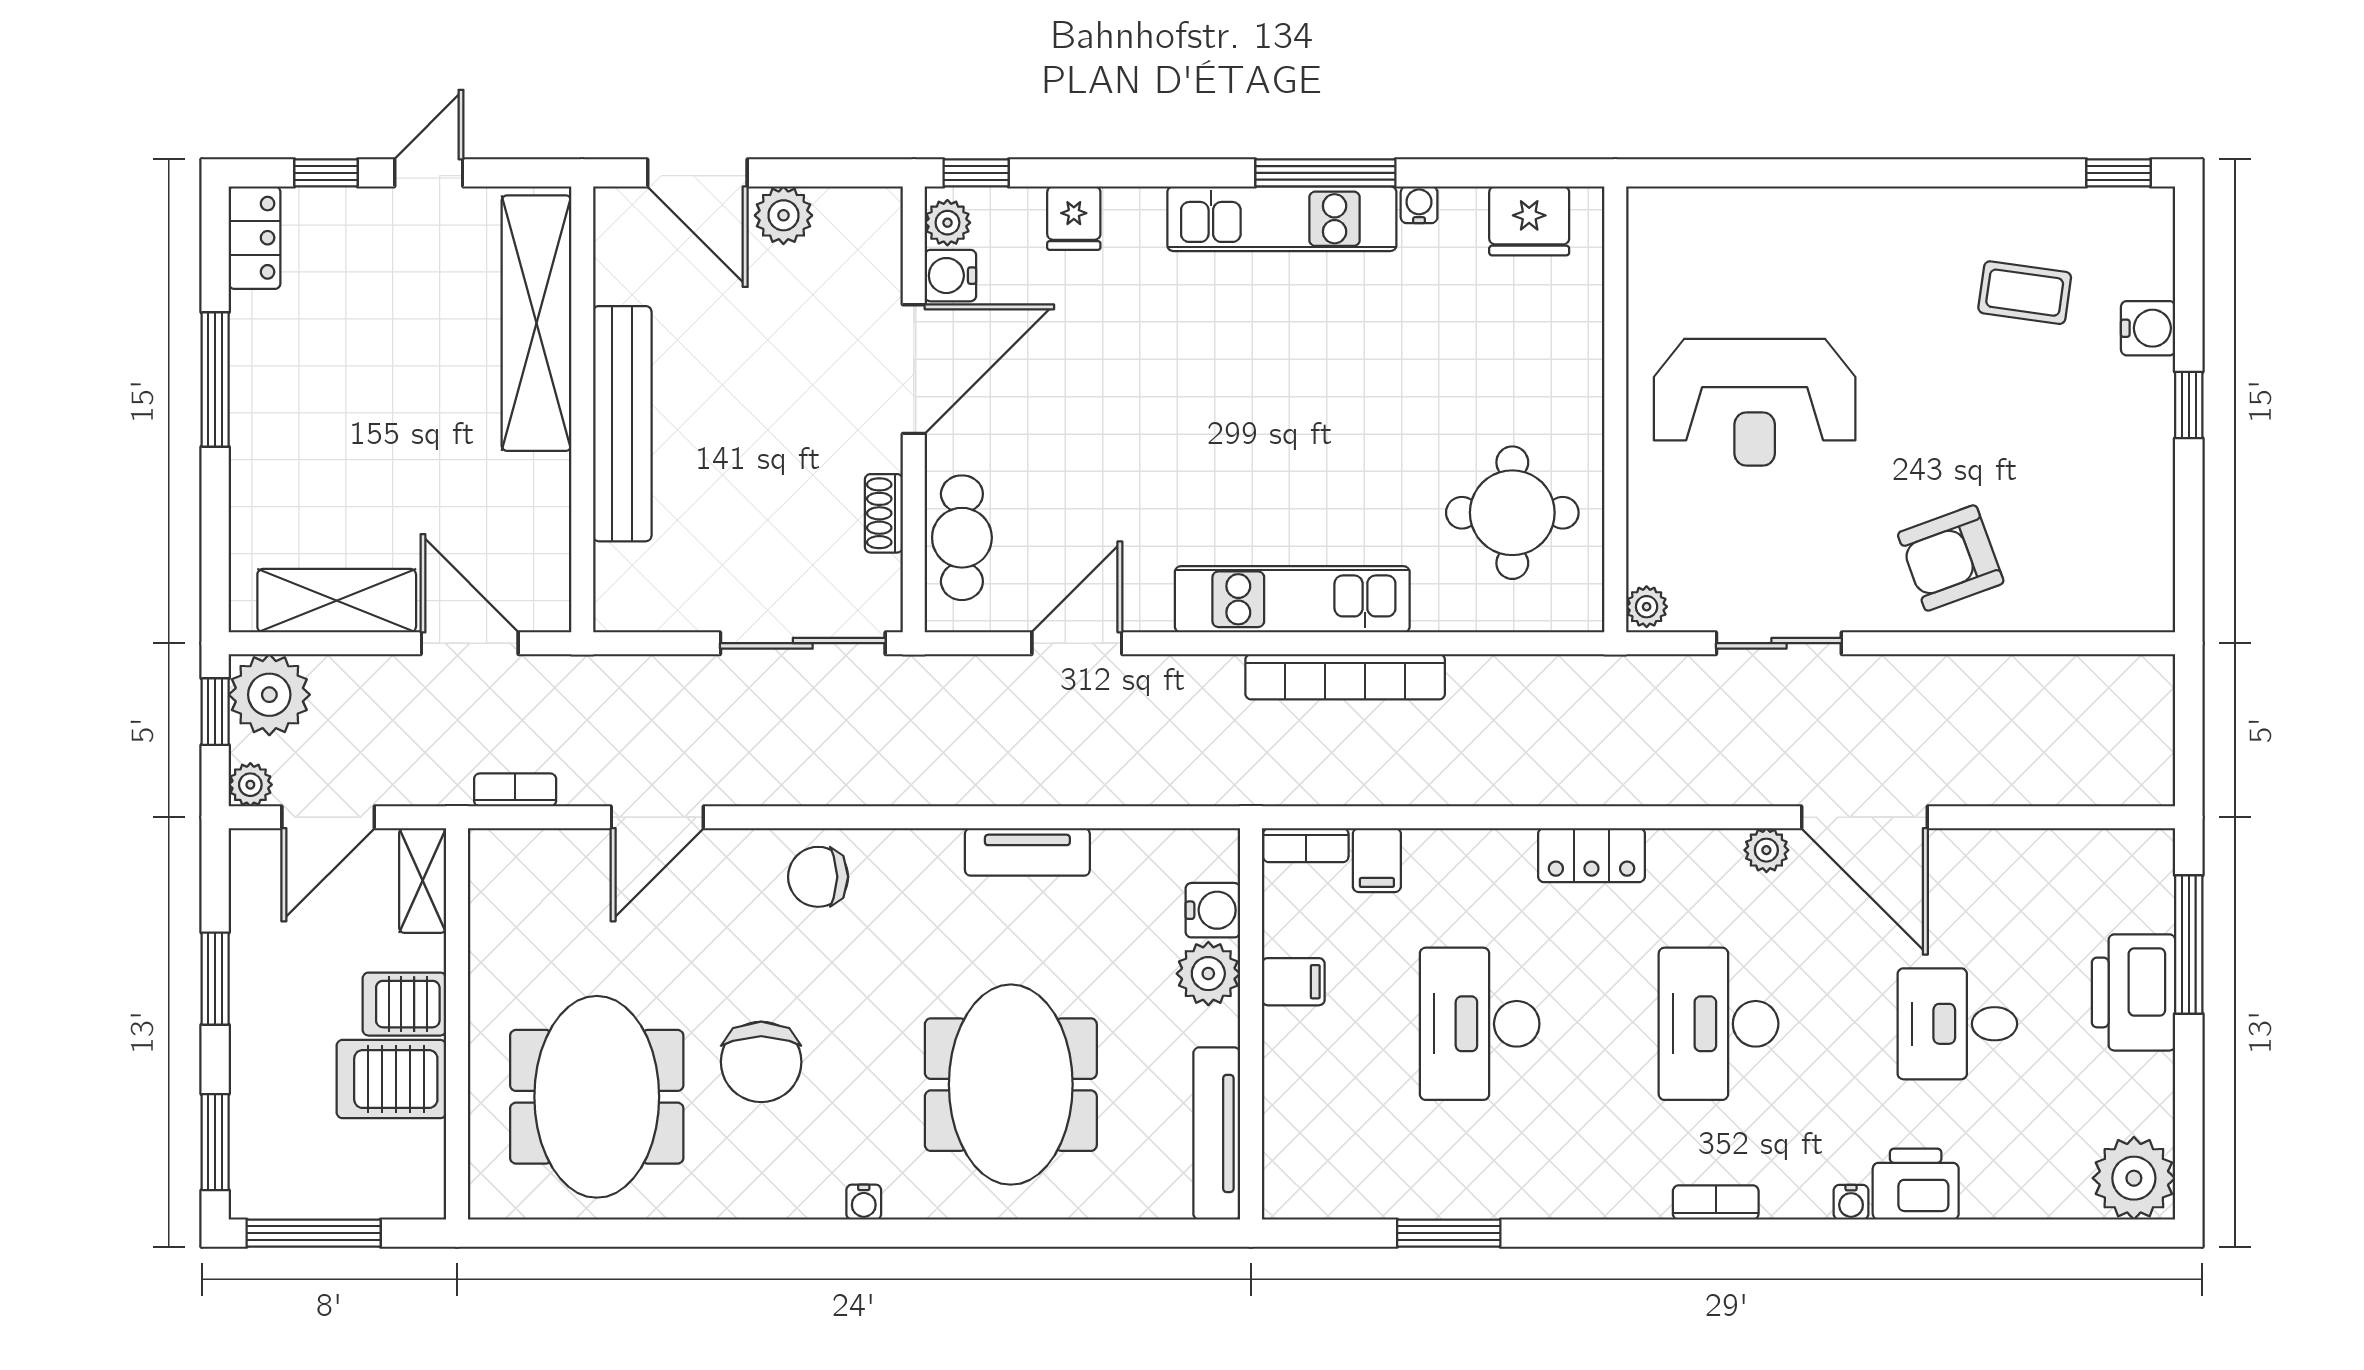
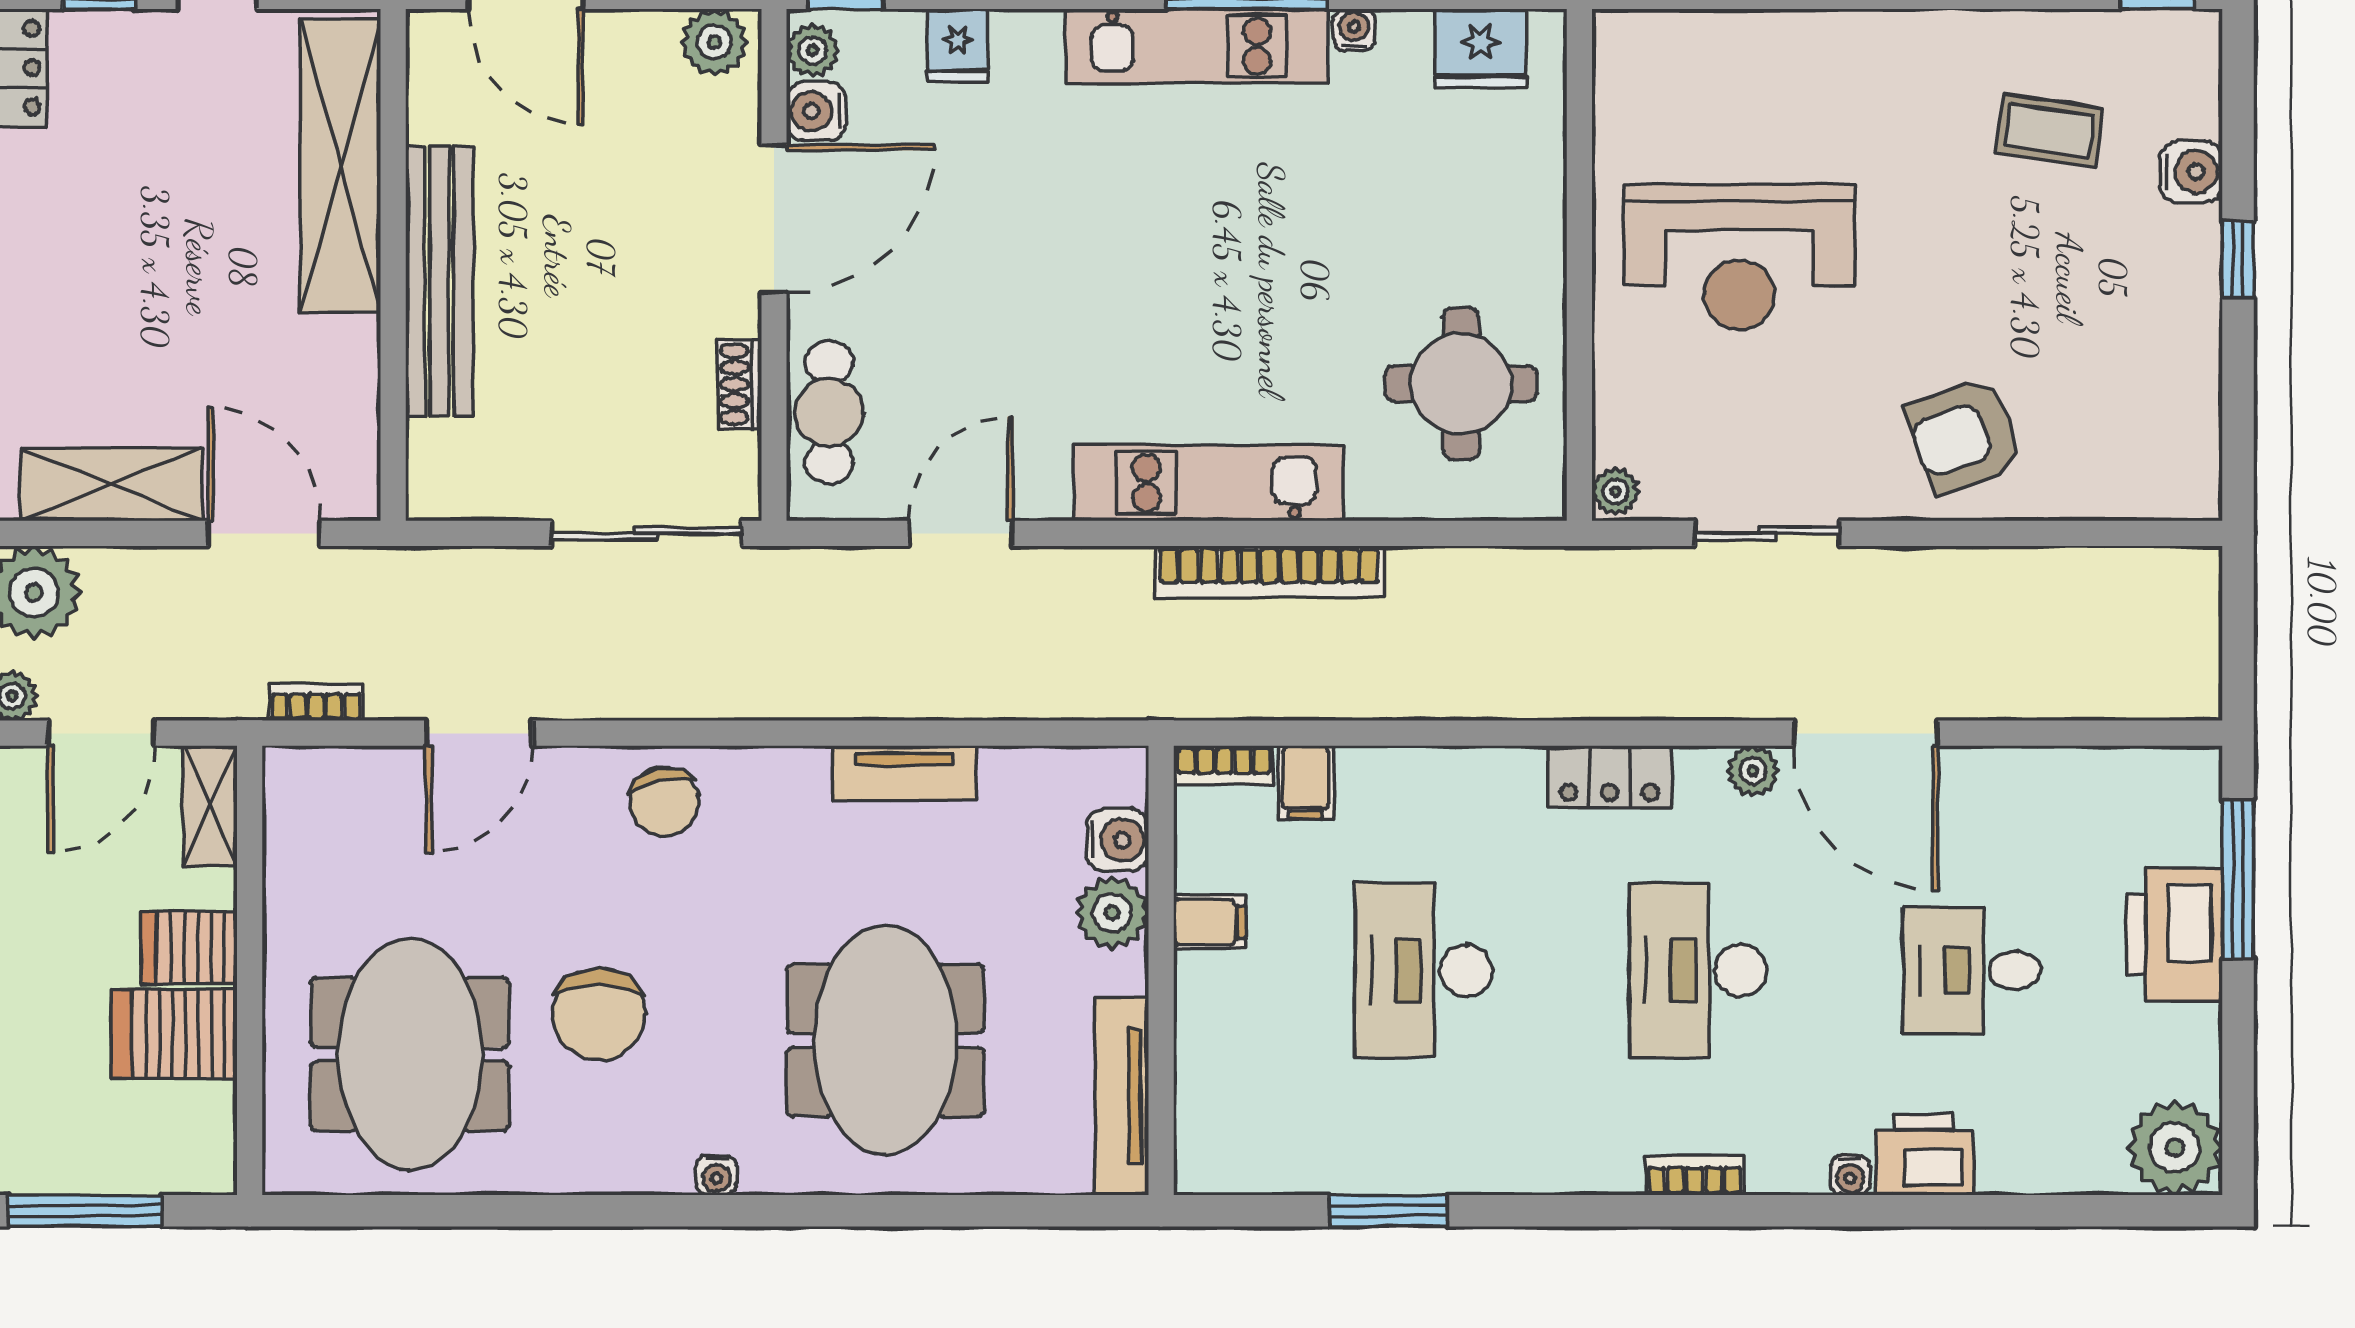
plant: (783, 215) -> (714, 42), moved
locker: (1591, 855) -> (1610, 777), moved
chair: (818, 877) -> (664, 802), turned -102

